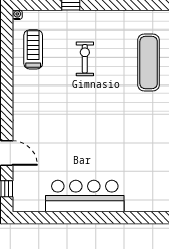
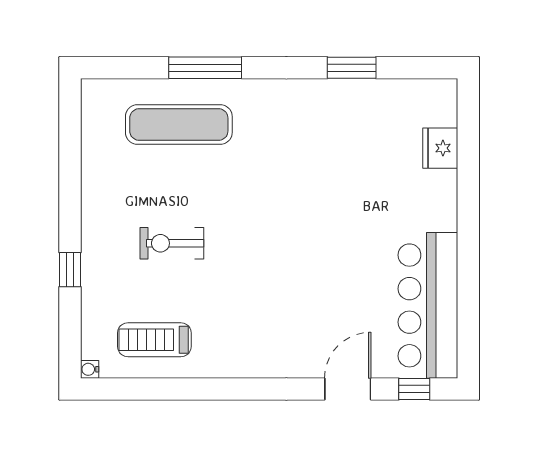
bar counter: (85, 196) -> (428, 305), moved
fridge: (136, 203) -> (440, 148), added

